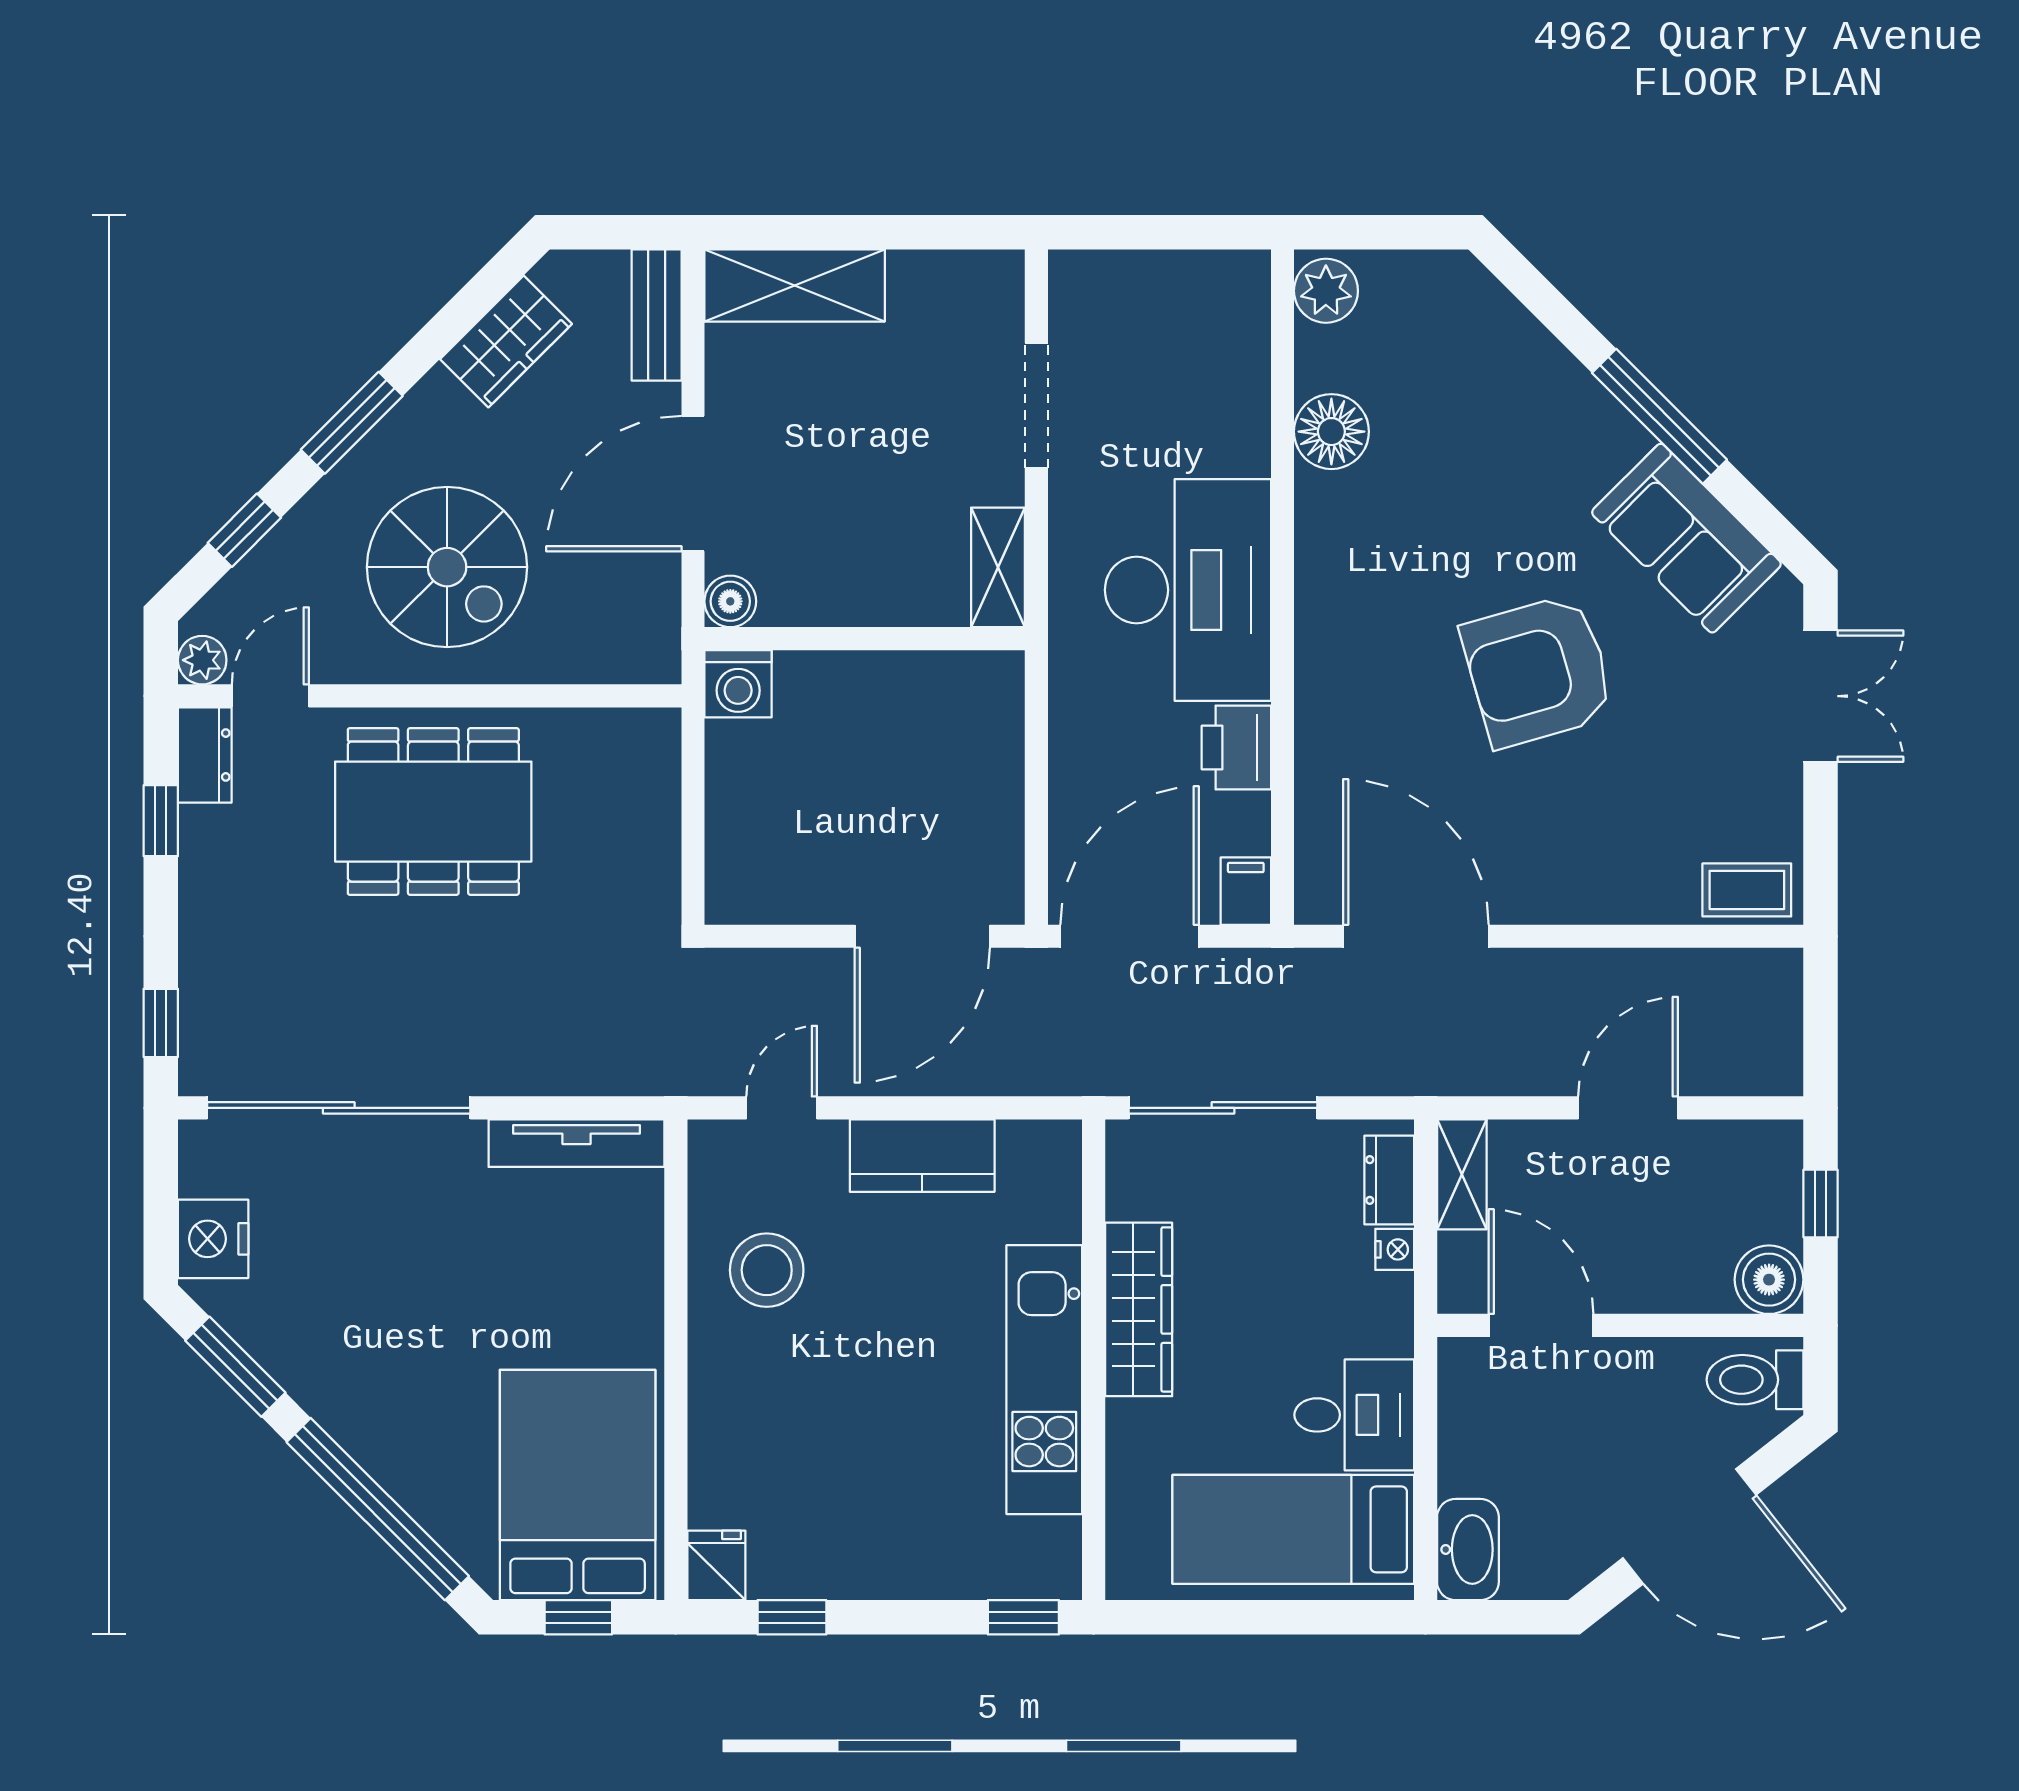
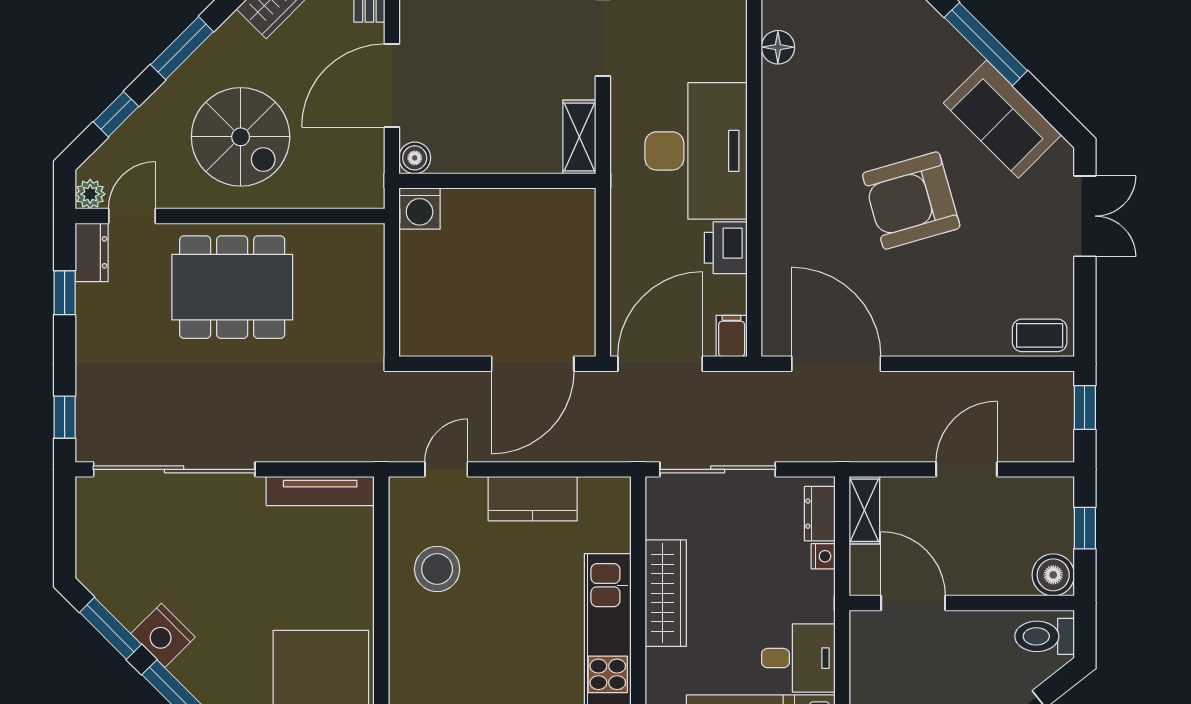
floor lamp: (1331, 432) -> (778, 47), width x0.73, depth x0.73
window: (1820, 1007) -> (1085, 407), added
nightstand: (213, 1239) -> (163, 635), moved, turned -45

